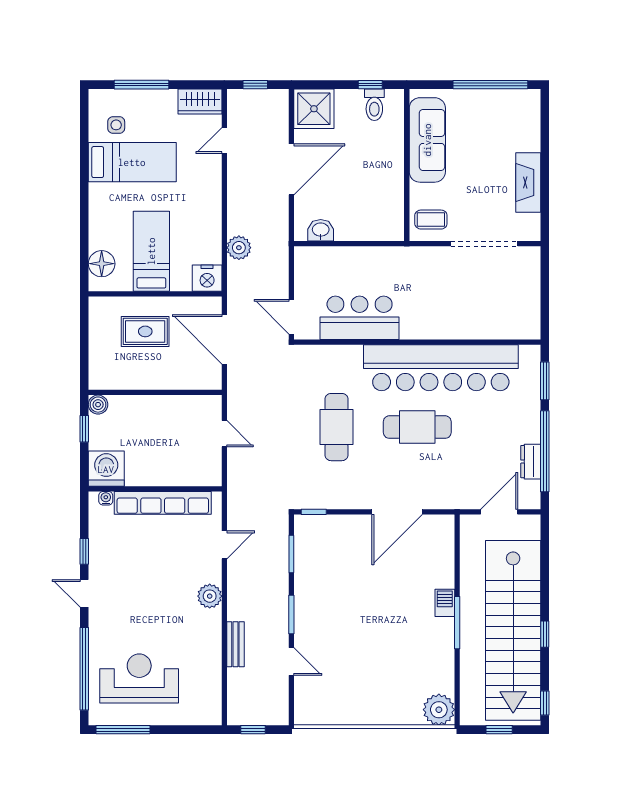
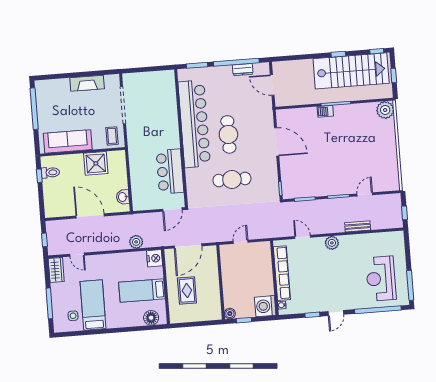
shower: (314, 109) -> (96, 163), moved
stairs: (513, 630) -> (351, 71), width x0.73

